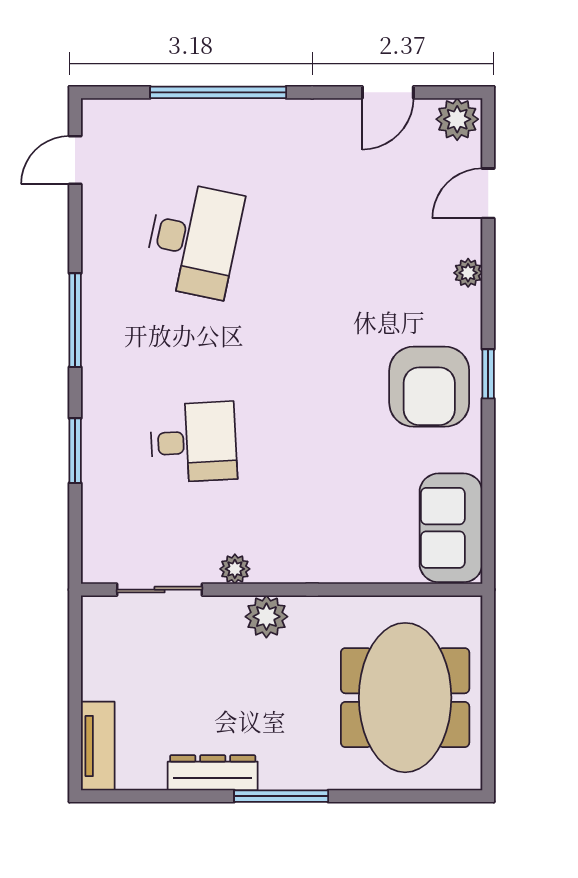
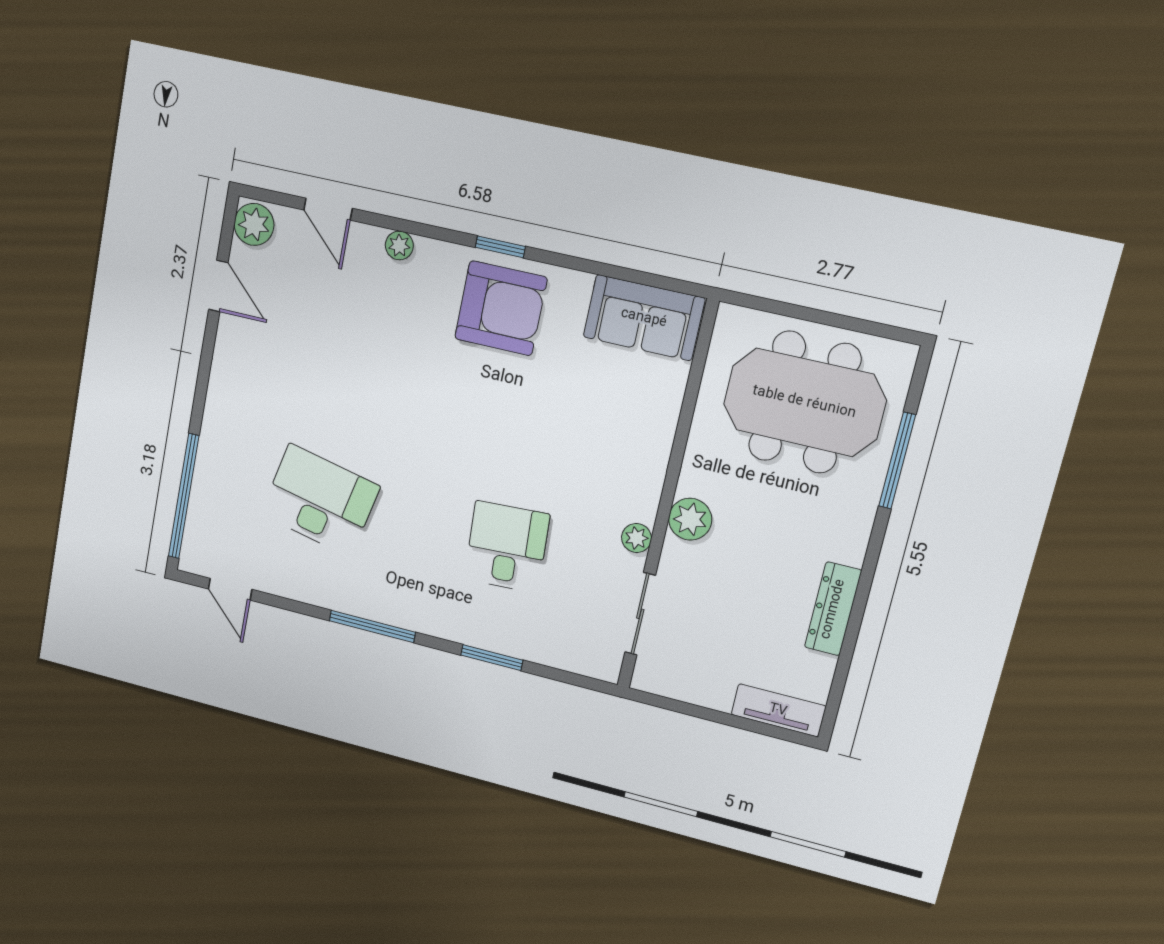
window: (218, 92) -> (184, 496), moved
window: (281, 796) -> (897, 461), moved

